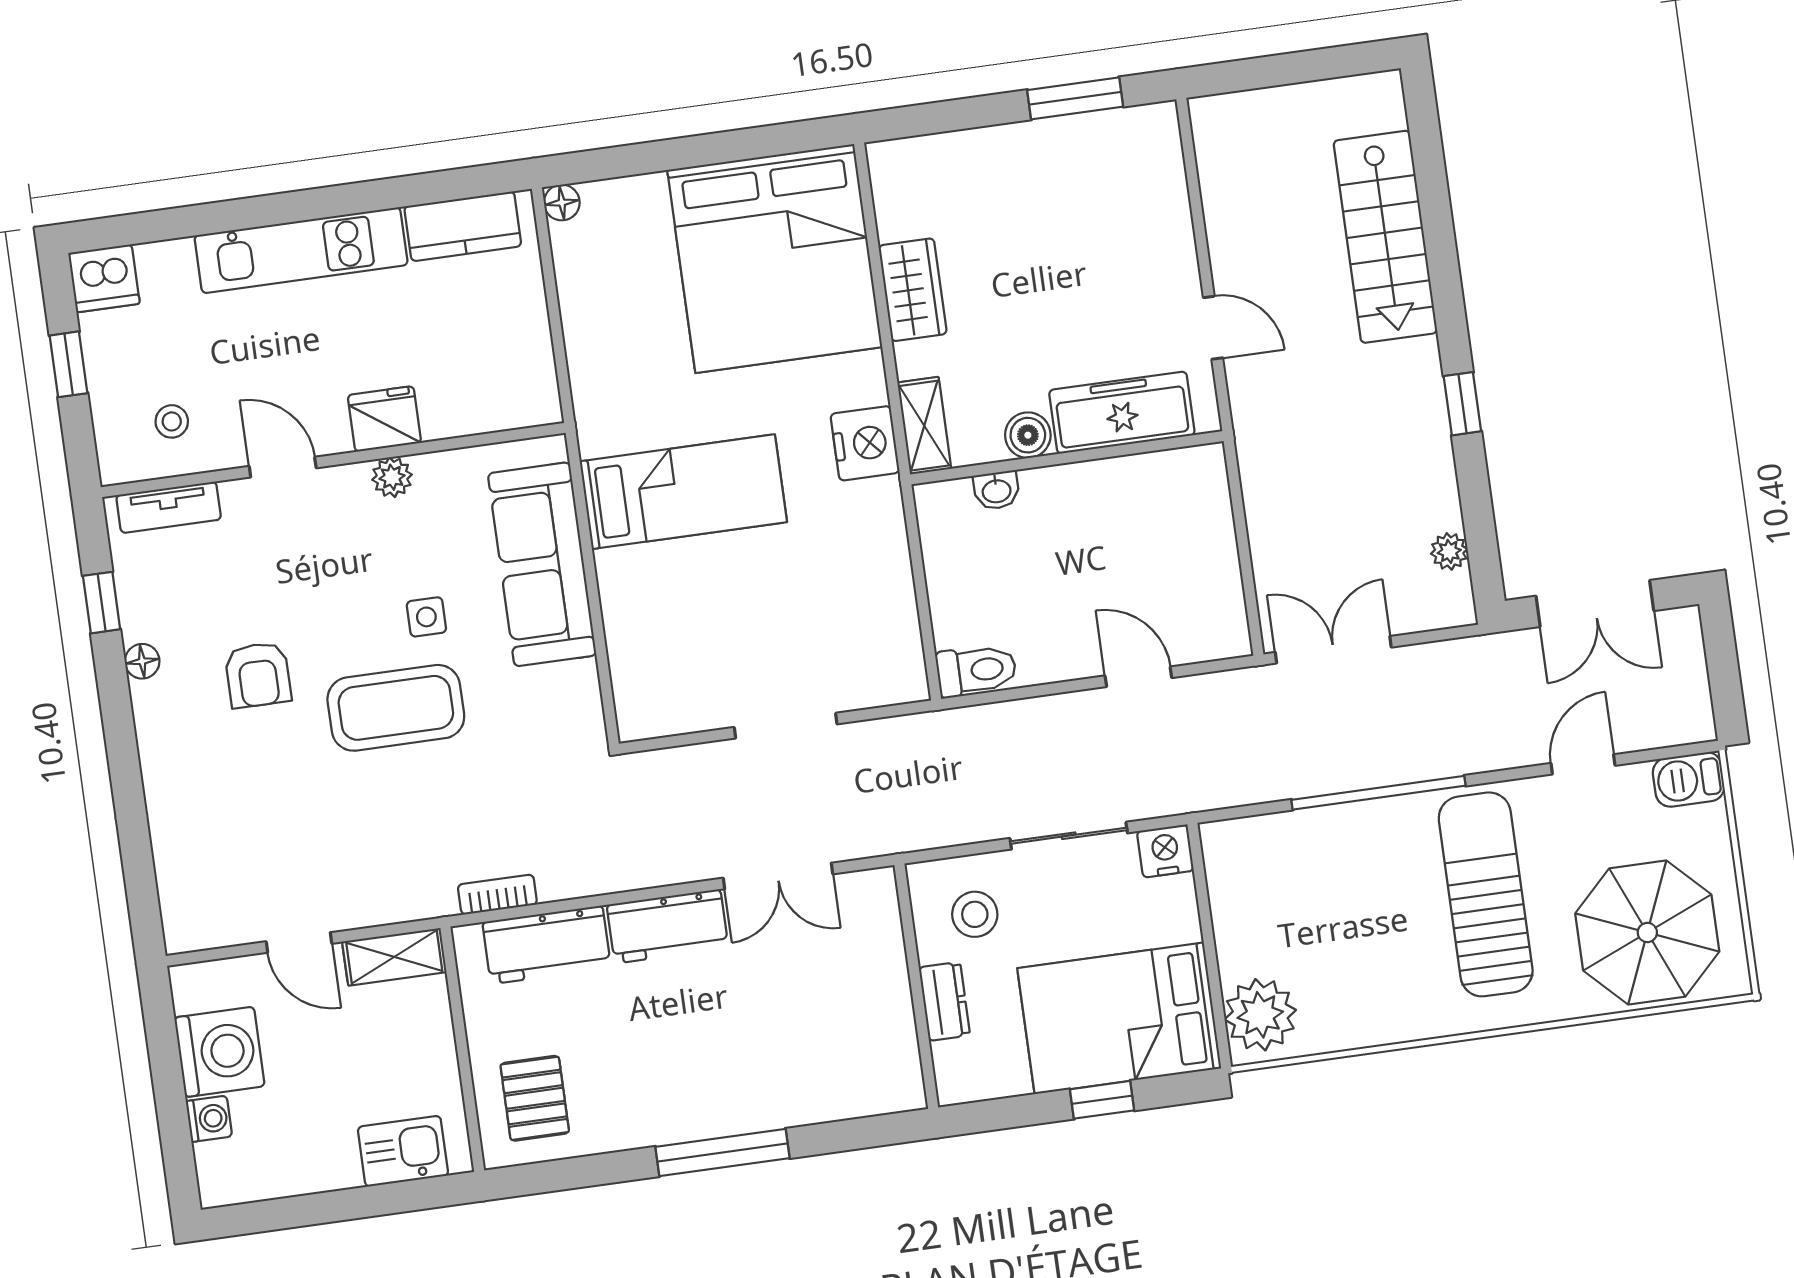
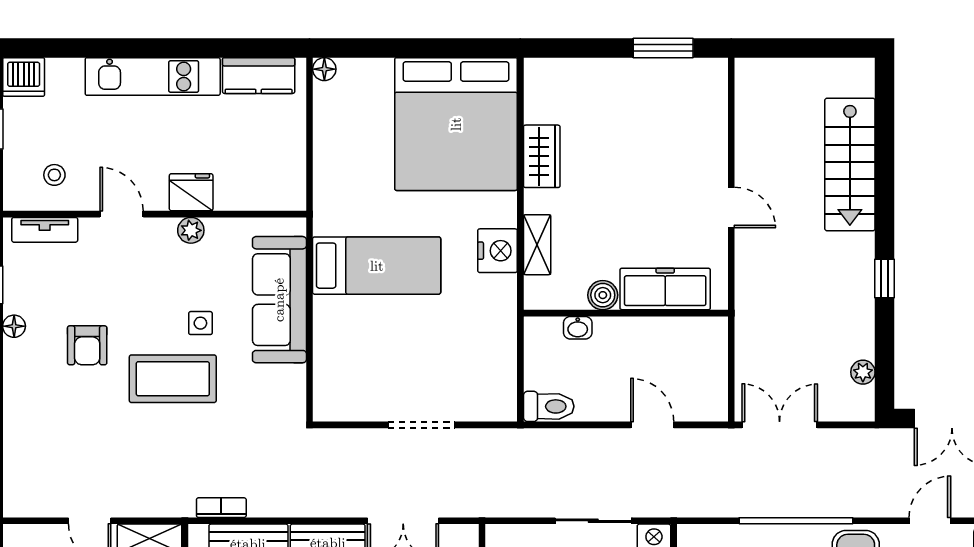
freezer: (1122, 413) -> (665, 289), moved
boiler: (1028, 435) -> (603, 295), moved
wall: (1067, 458) -> (626, 313), moved
washbasin: (996, 490) -> (578, 328), moved

